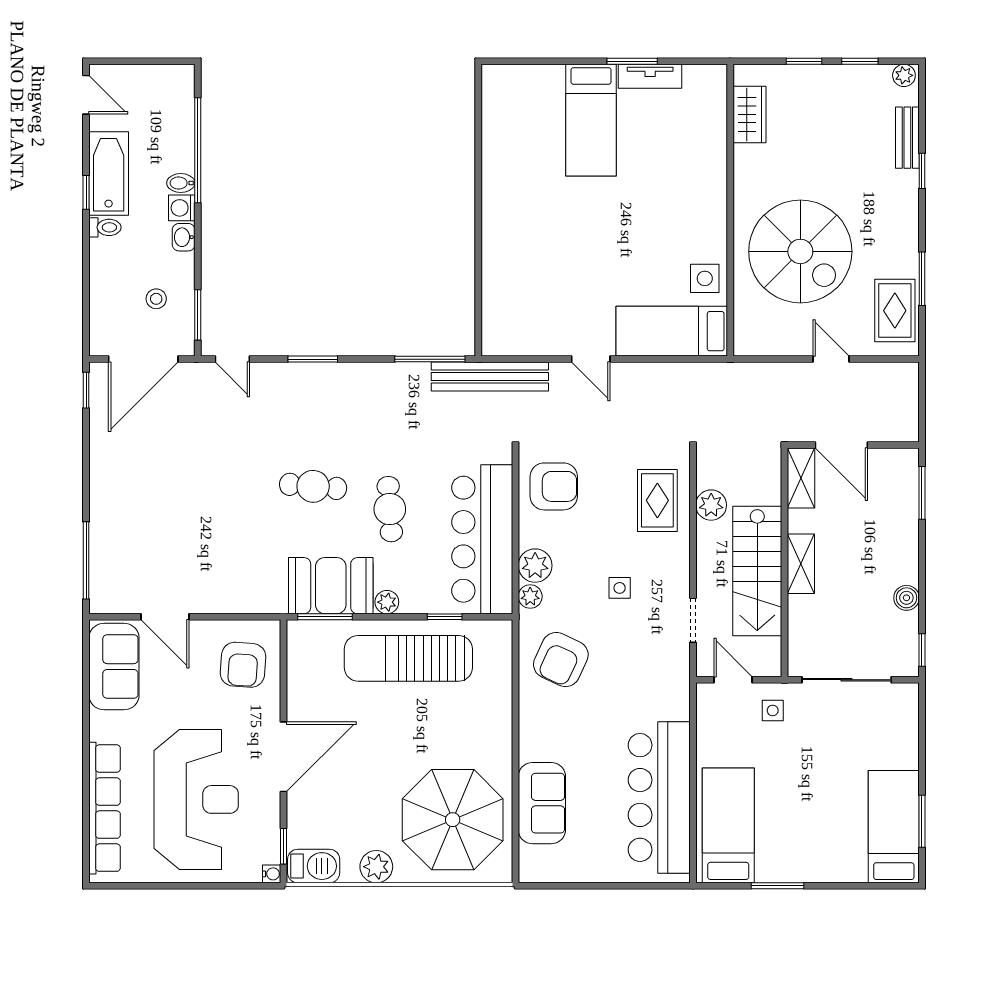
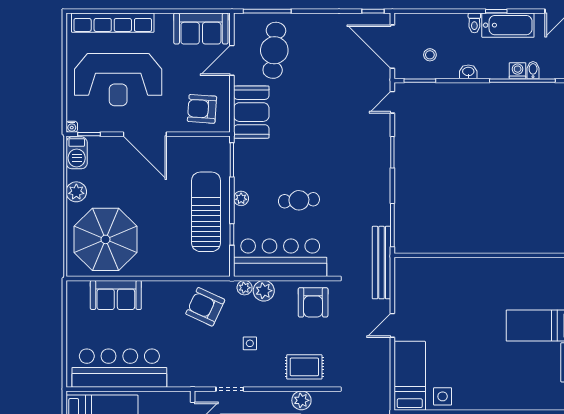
bidet: (181, 183) -> (533, 70), moved
washing machine: (182, 208) -> (518, 71), moved
cafe table: (313, 486) -> (274, 50), moved, width x1.37, depth x1.35
booth: (331, 586) -> (251, 112), moved

